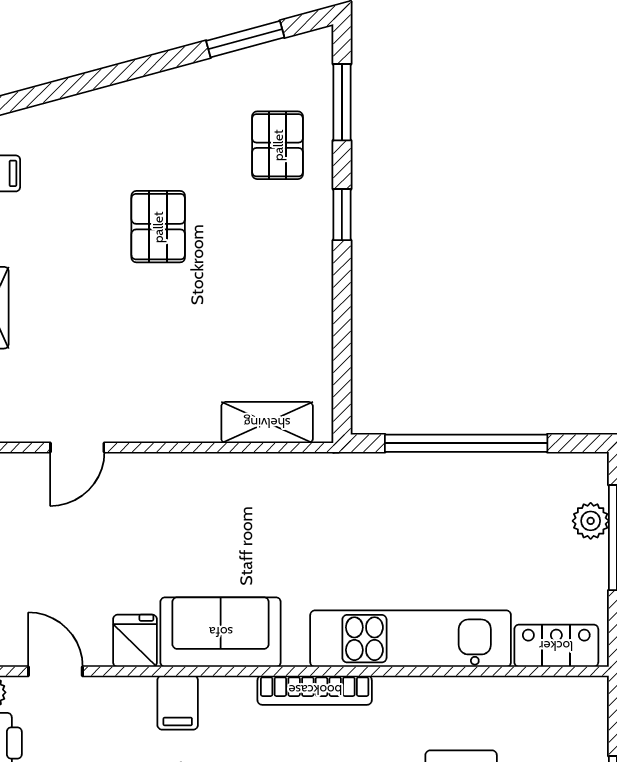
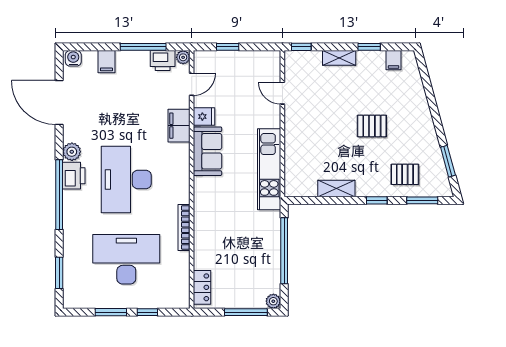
shelving: (267, 423) -> (336, 189), moved, turned 90
plant: (591, 521) -> (273, 301), moved
kitchen unit: (411, 639) -> (269, 169), moved, turned 180
bookcase: (315, 690) -> (184, 227), moved
filing cabinet: (178, 703) -> (179, 126), width x2.00

